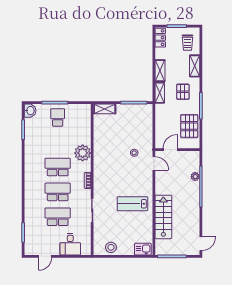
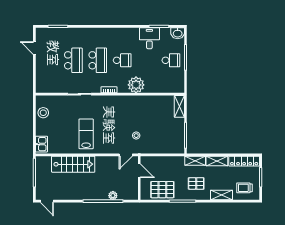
locker: (160, 38) -> (244, 161), width x1.53
school desk: (58, 167) -> (122, 60), width x0.54
desk: (70, 244) -> (149, 38), moved, turned 90

